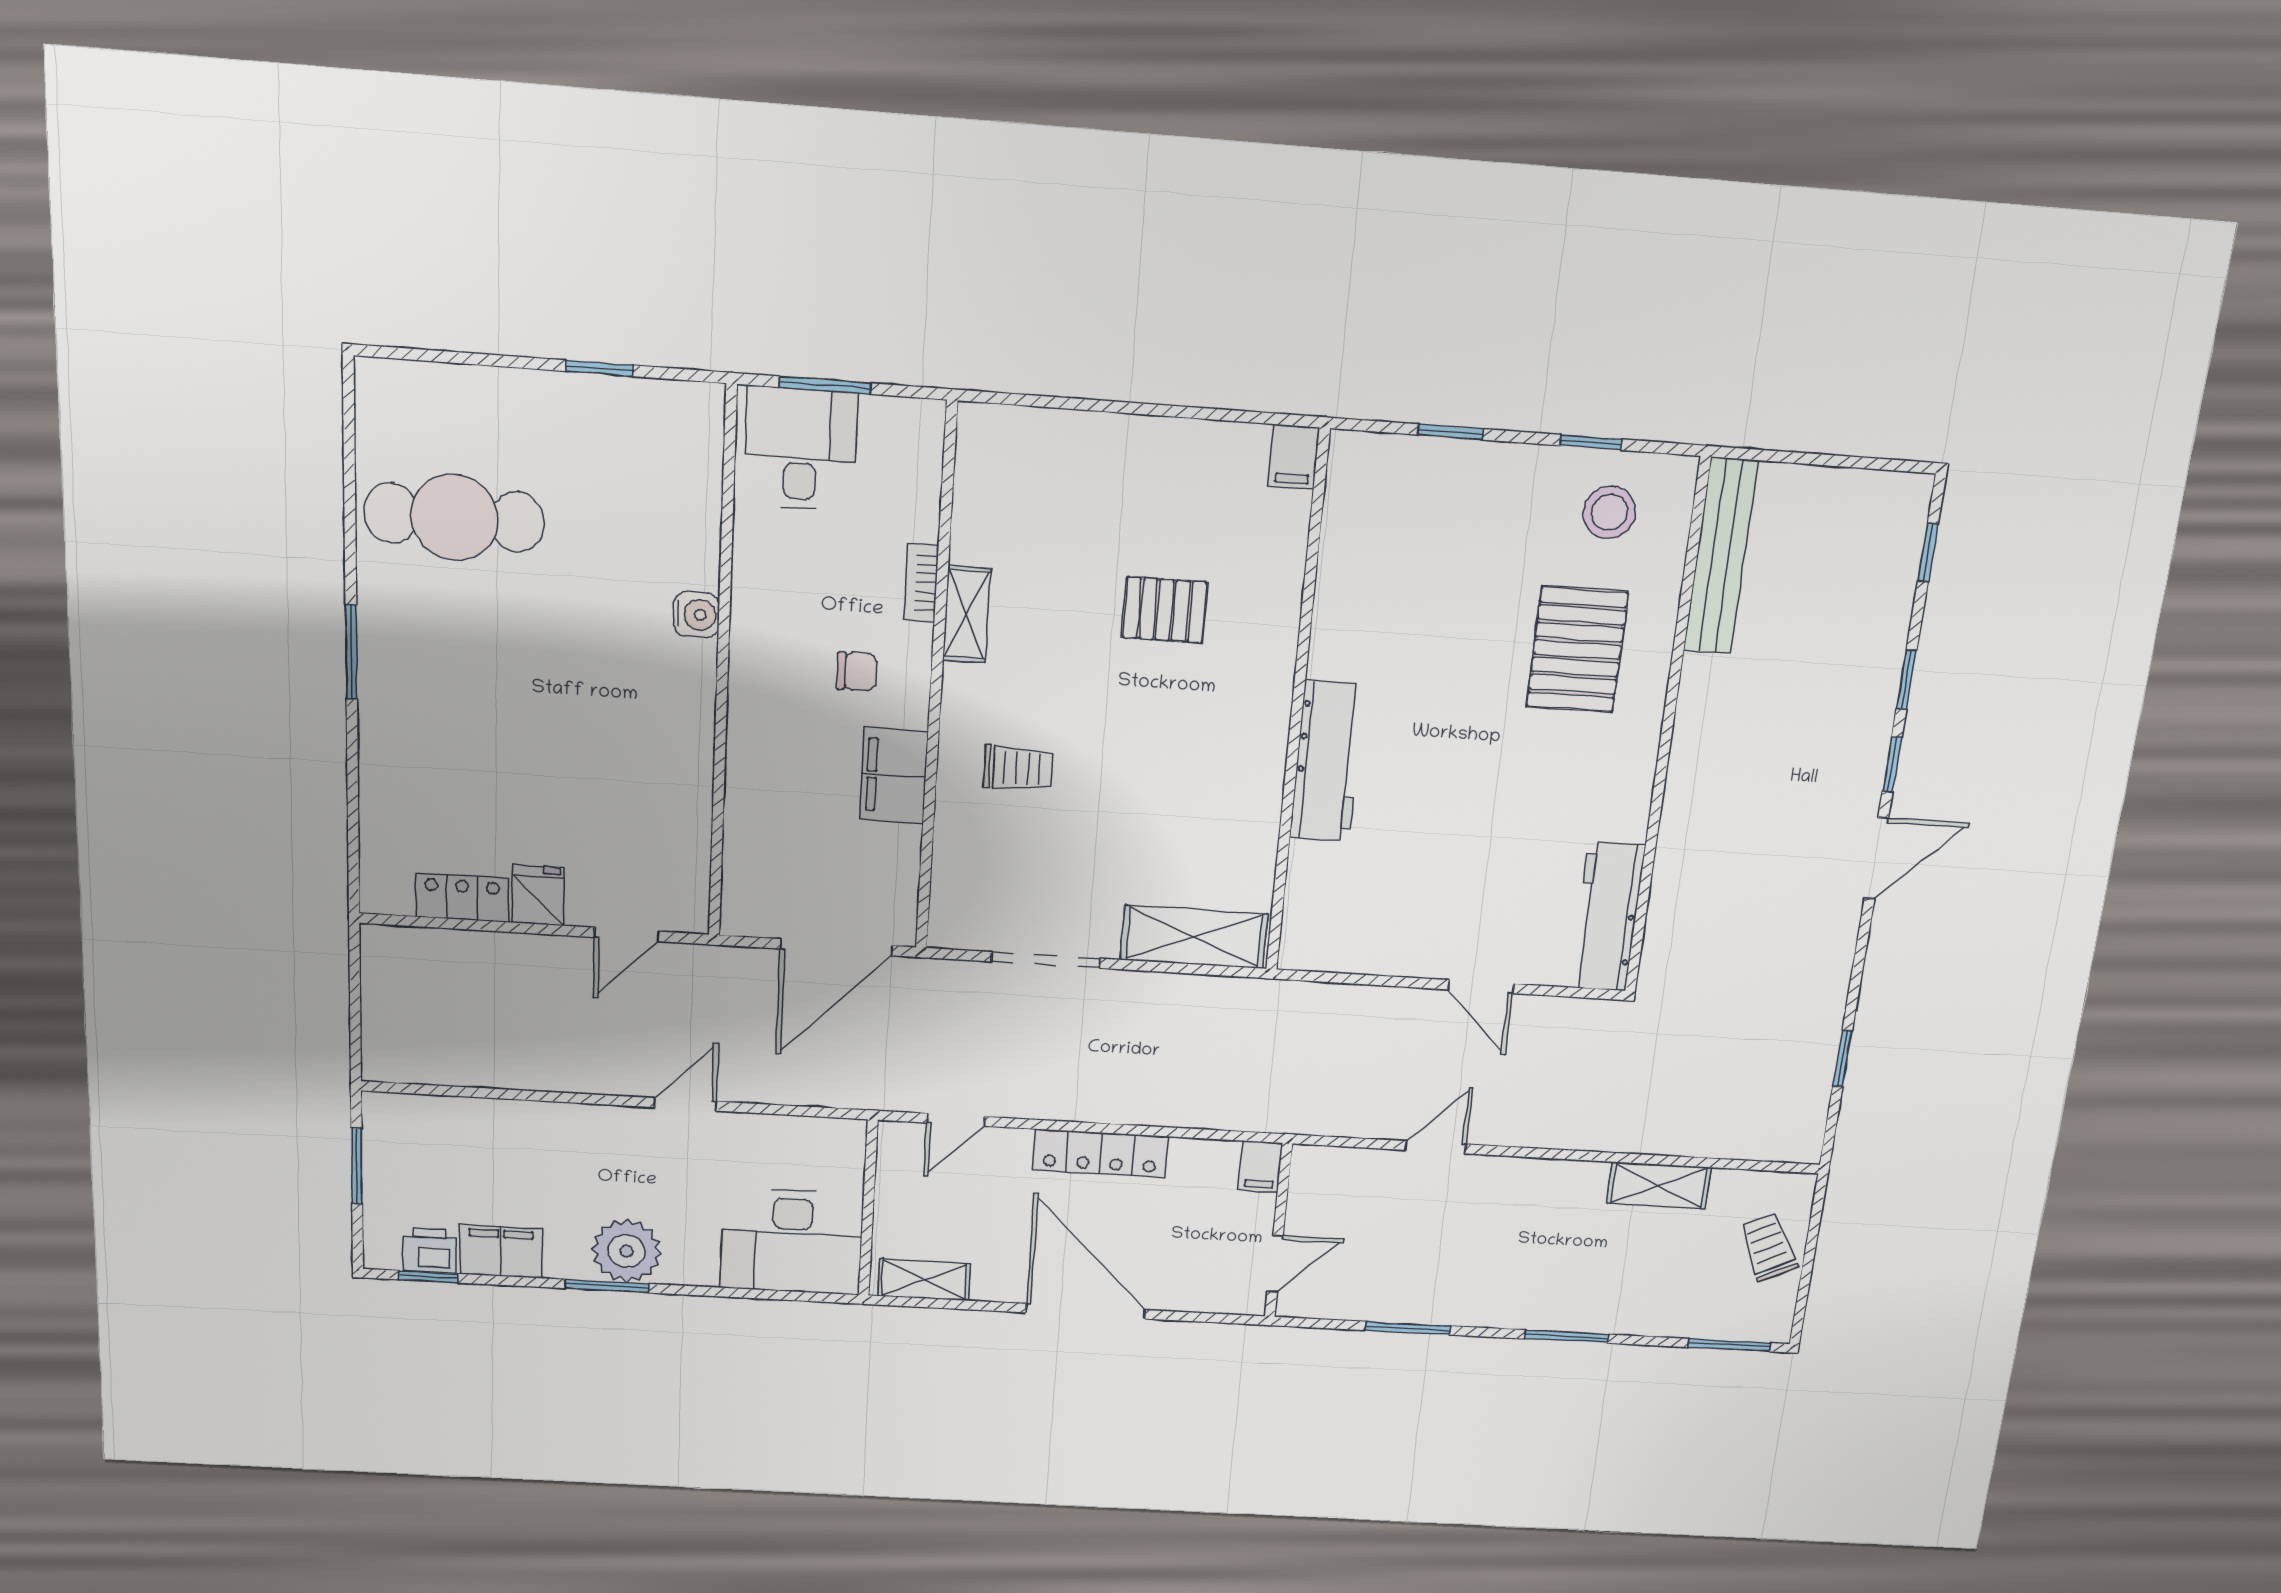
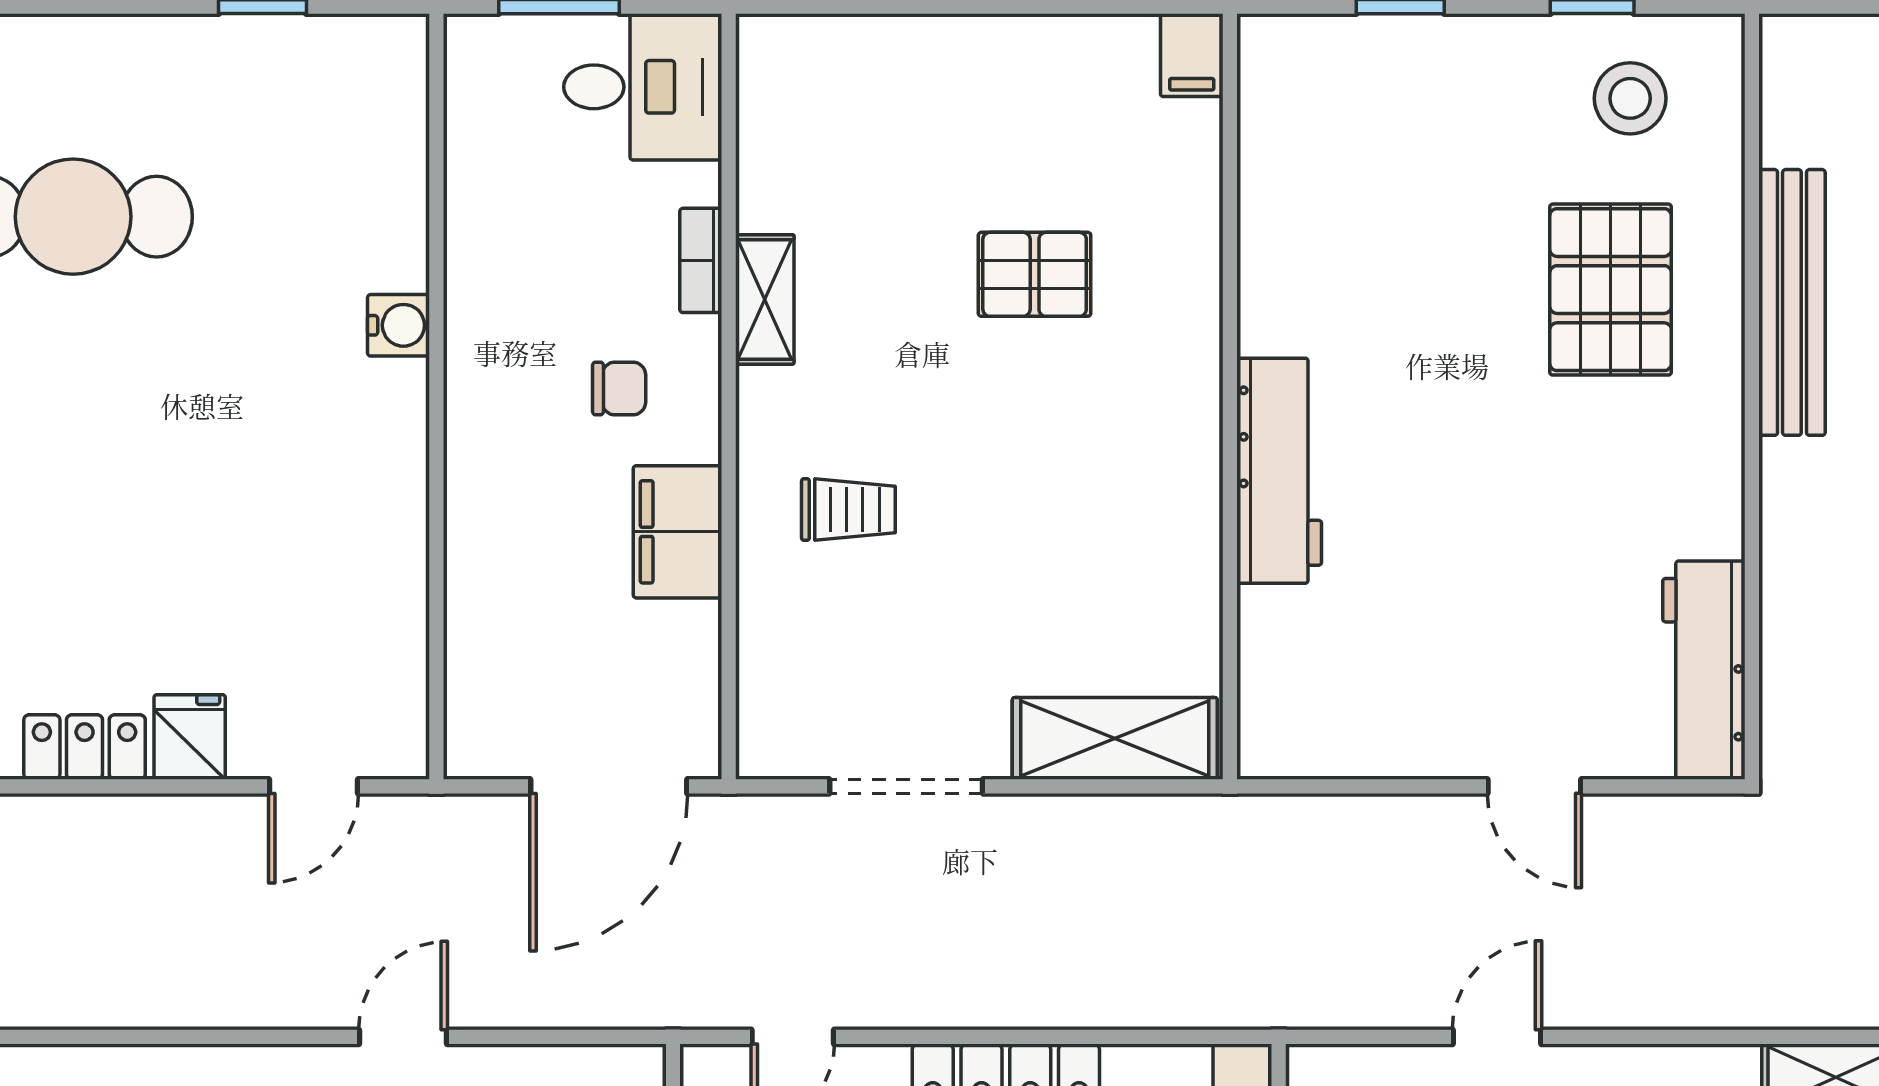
desk: (801, 449) -> (643, 87), moved, turned 90
bench: (1721, 556) -> (1792, 302), moved

